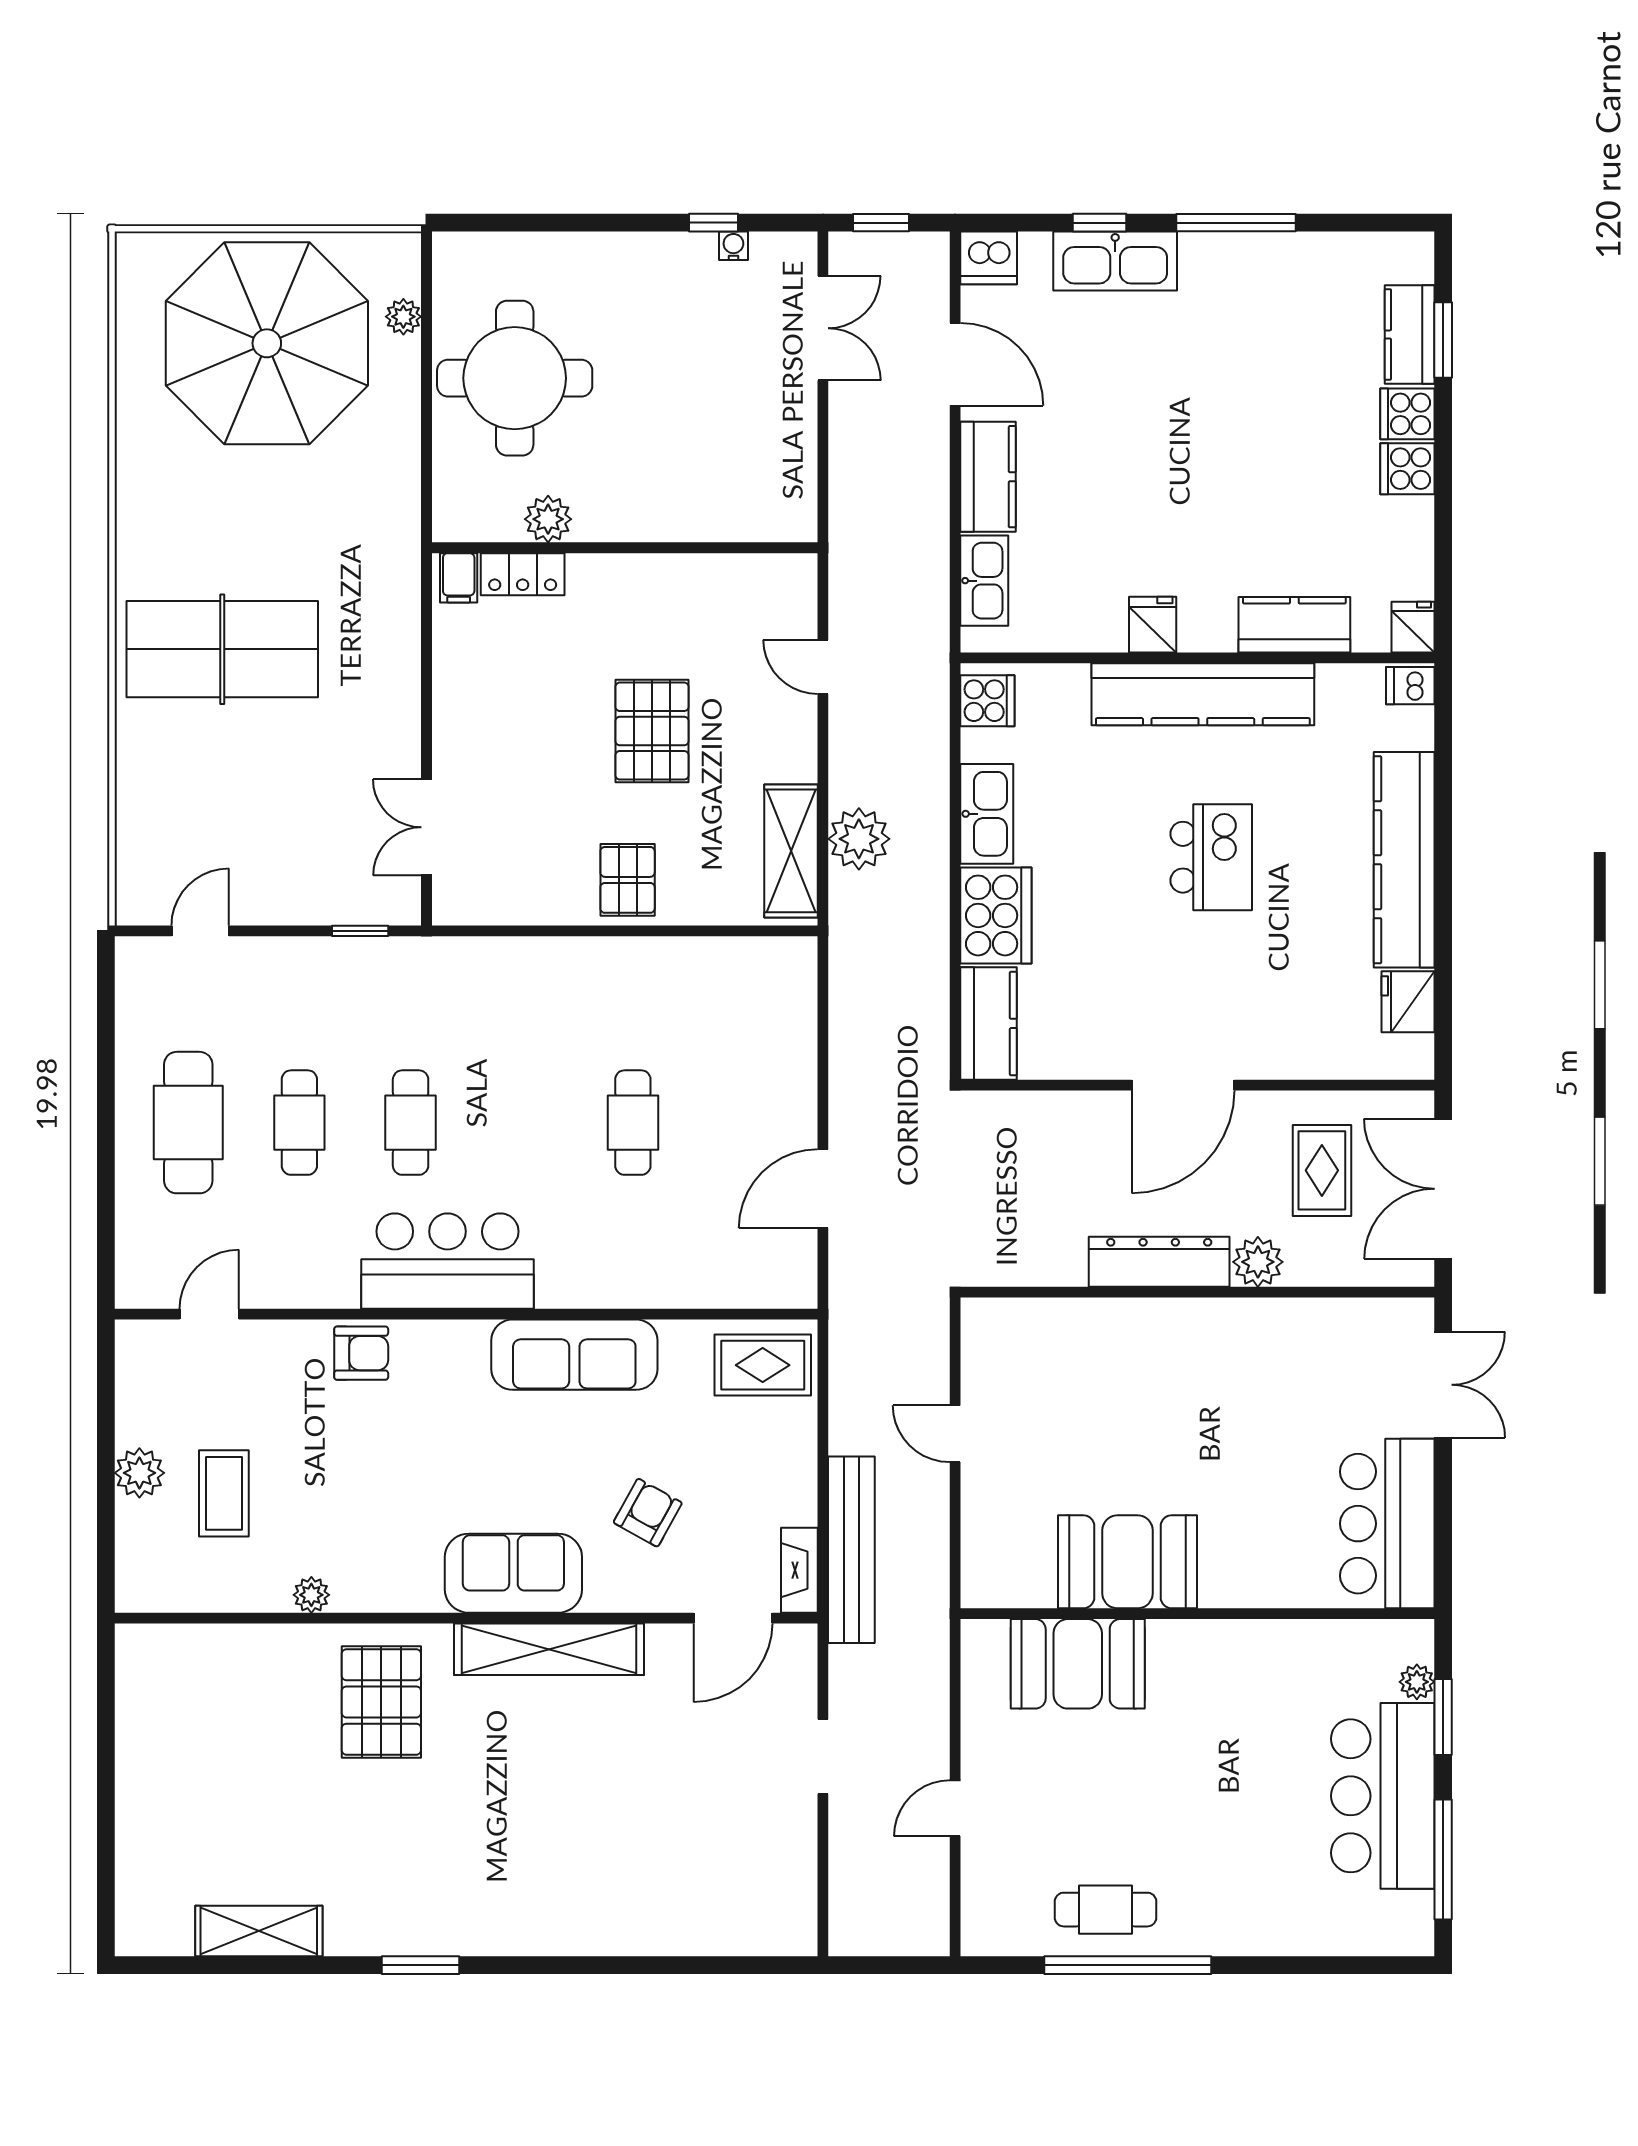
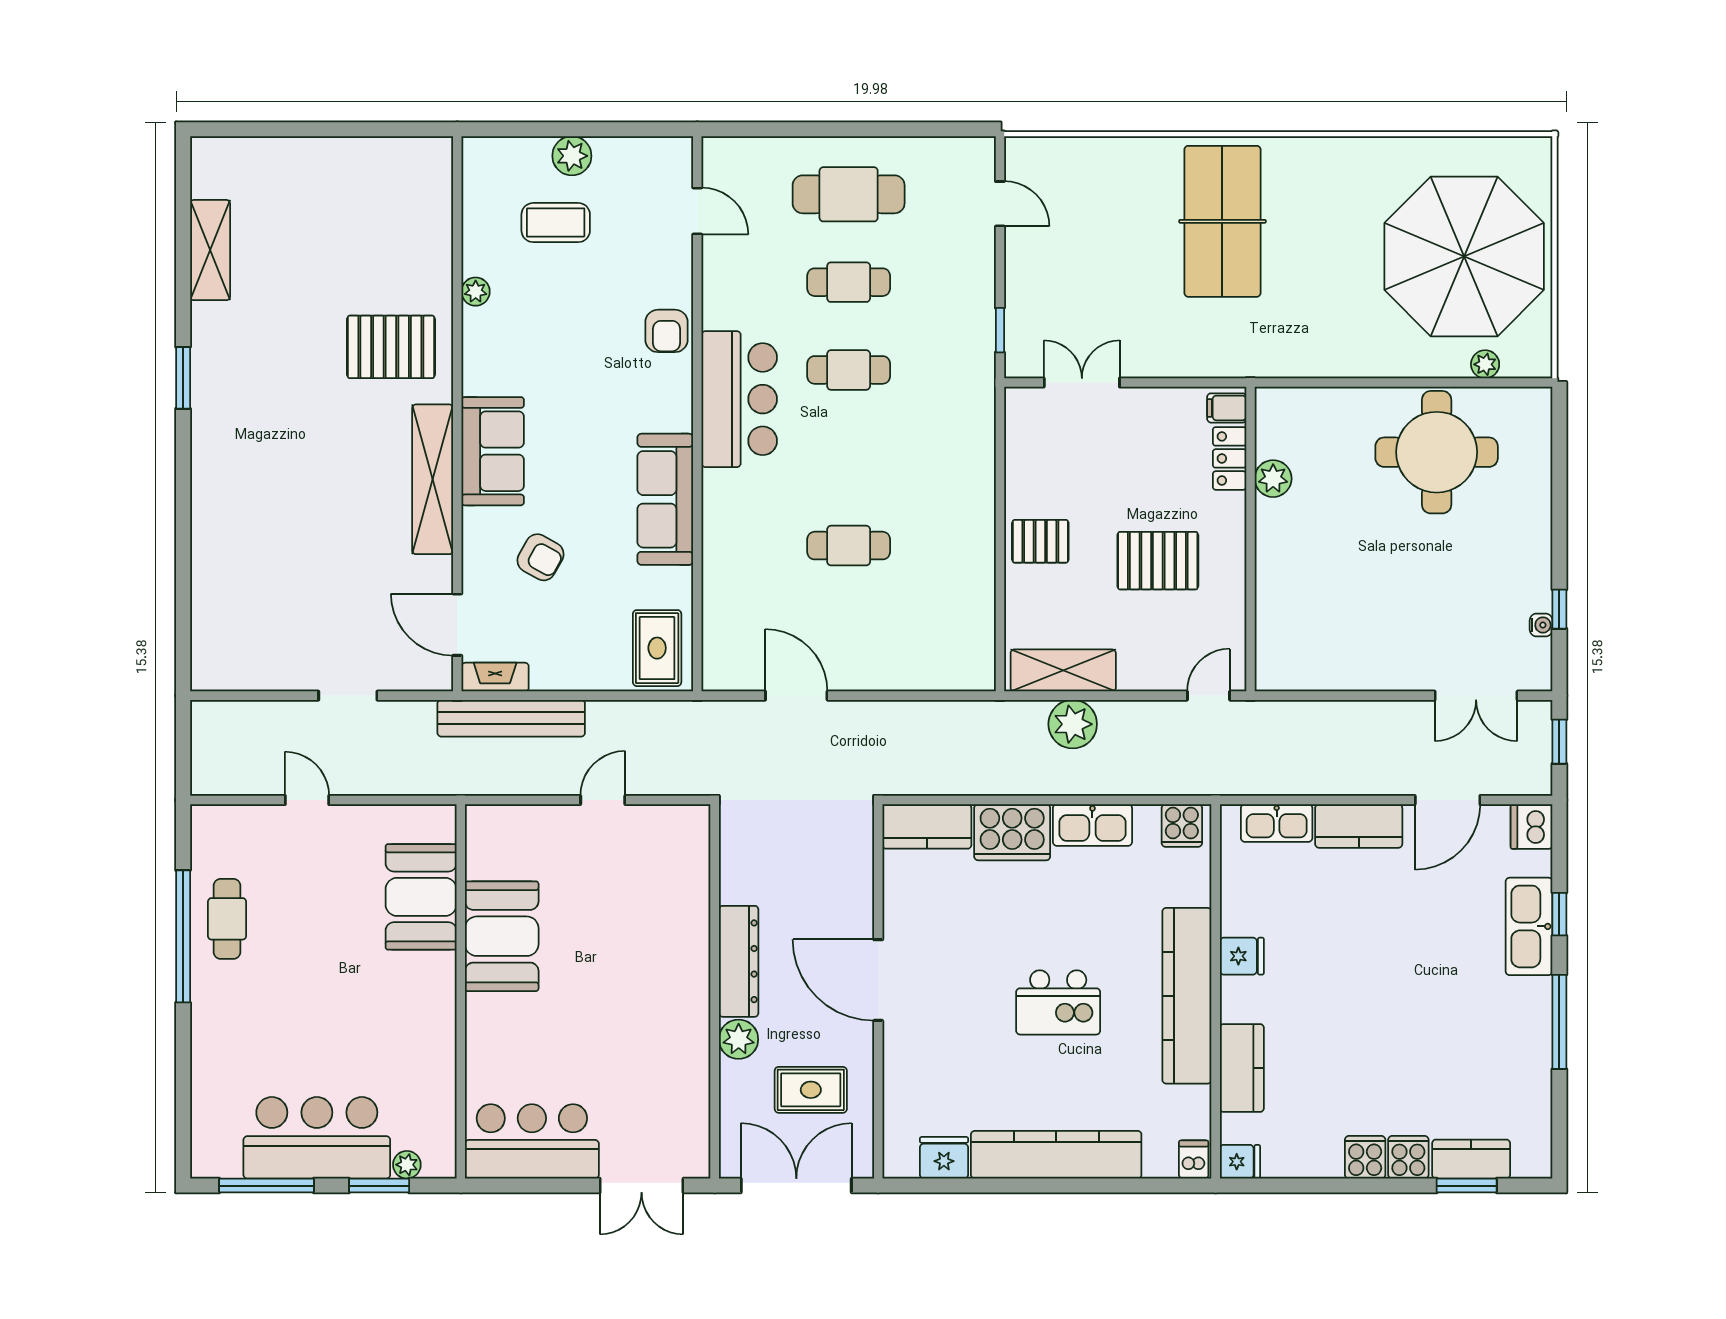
plant: (548, 519) -> (1273, 479), moved
wall: (625, 548) -> (1250, 539), moved
locker: (523, 574) -> (1230, 458), moved
filing cabinet: (459, 578) -> (1227, 408), moved

